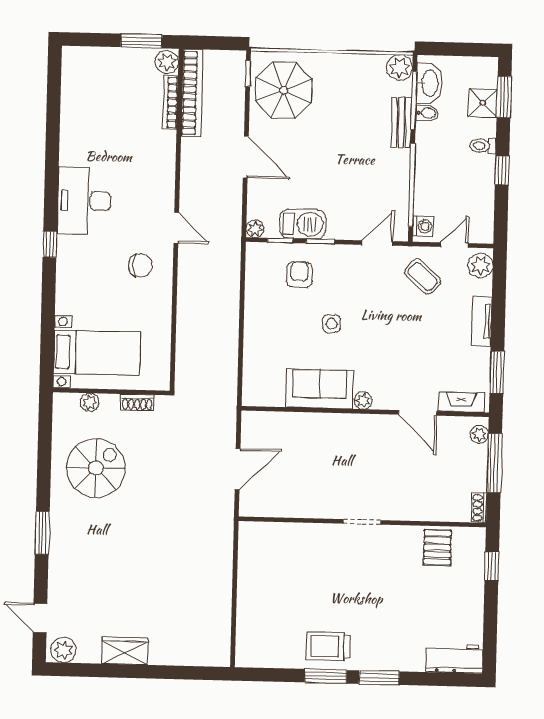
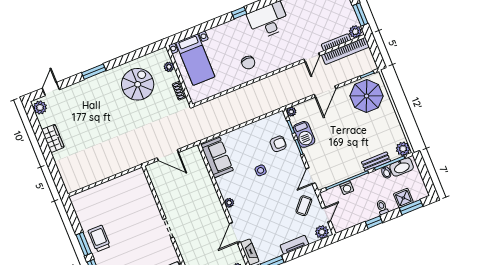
washing machine: (423, 226) -> (347, 188), moved
door: (176, 228) -> (312, 57), moved
door: (377, 243) -> (311, 176), swing flipped
door: (454, 245) -> (326, 215), hinge flipped
sofa: (320, 389) -> (217, 158), moved
spiral stairs: (96, 468) -> (138, 84), turned -90

